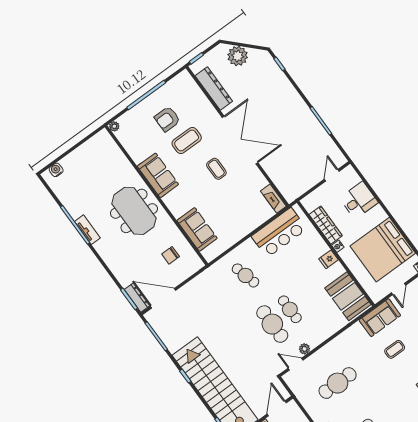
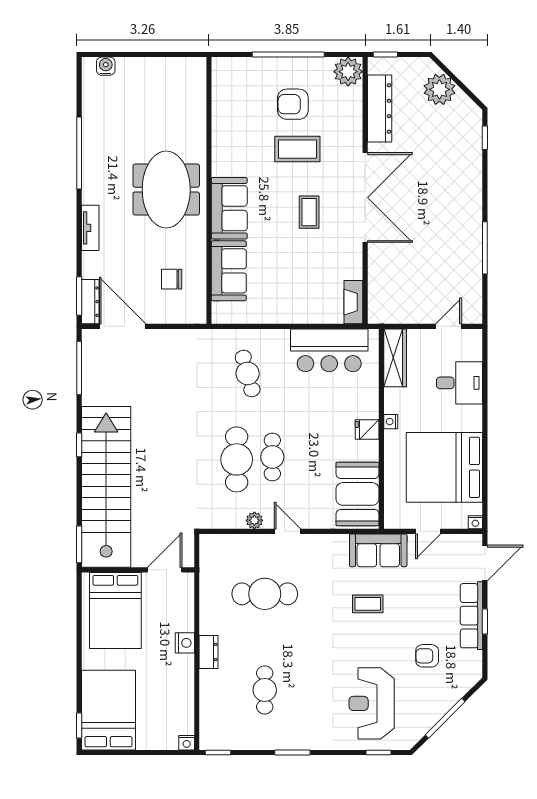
plant: (114, 126) -> (348, 72), moved, width x1.87, depth x1.87
sofa: (158, 175) -> (229, 208), moved
wardrobe: (326, 225) -> (395, 358), moved
tv unit: (87, 230) -> (90, 228), moved
door: (296, 364) -> (287, 531), moved

